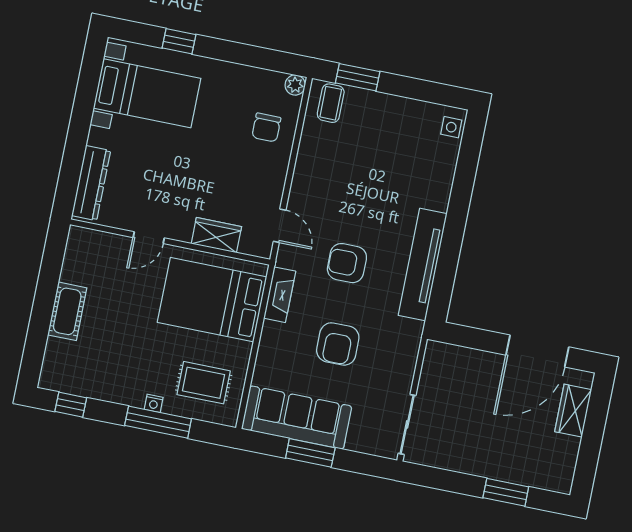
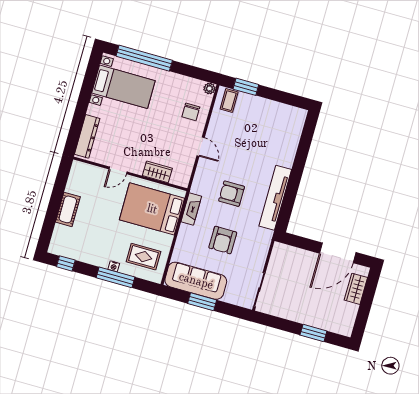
window: (179, 41) -> (144, 58), width x3.17
side table: (451, 127) -> (298, 120), removed
door: (280, 226) -> (201, 147), moved

